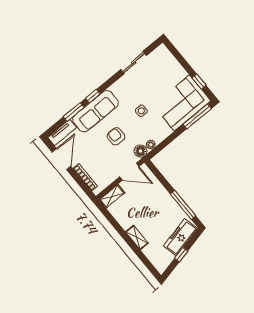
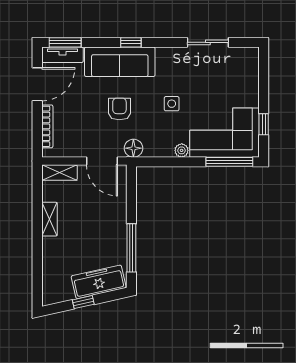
window: (73, 112) -> (65, 42), moved
plant: (151, 145) -> (182, 150), moved
shelving: (137, 238) -> (49, 219), moved

